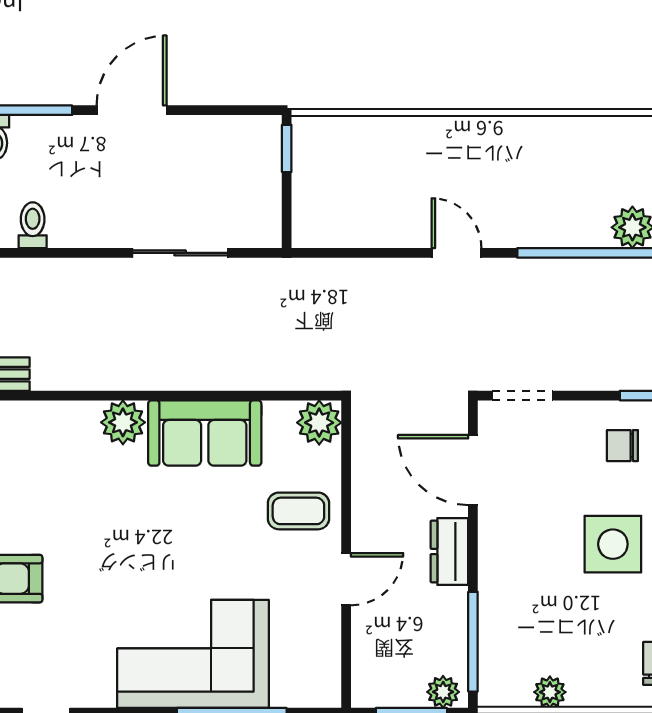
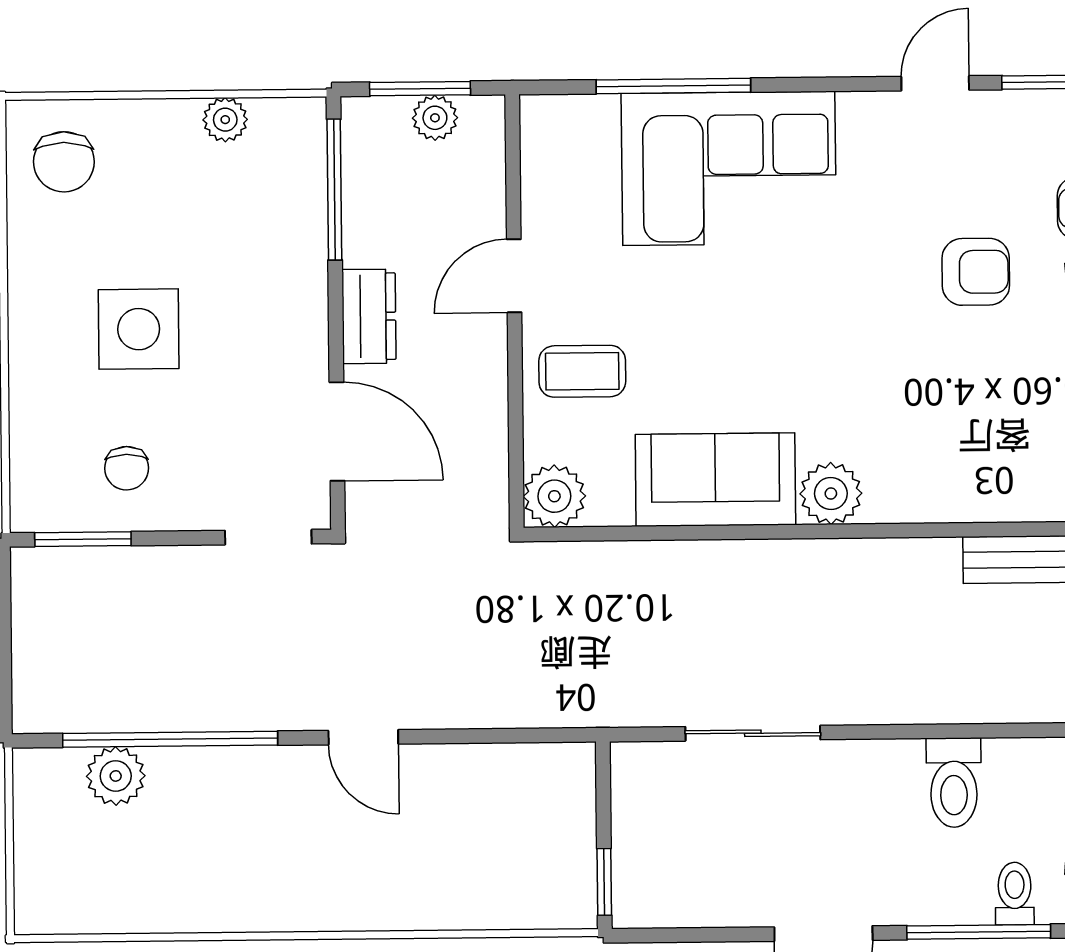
toilet: (33, 225) -> (954, 783), width x1.37, depth x1.39
chair: (622, 446) -> (127, 468), turned 90
plant: (443, 692) -> (435, 118), moved

